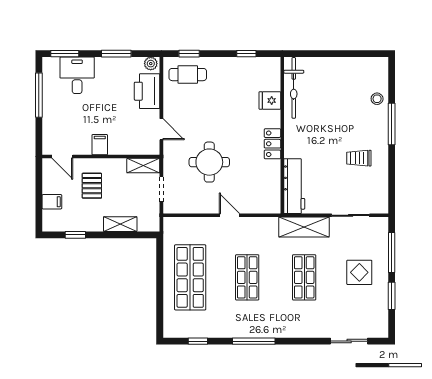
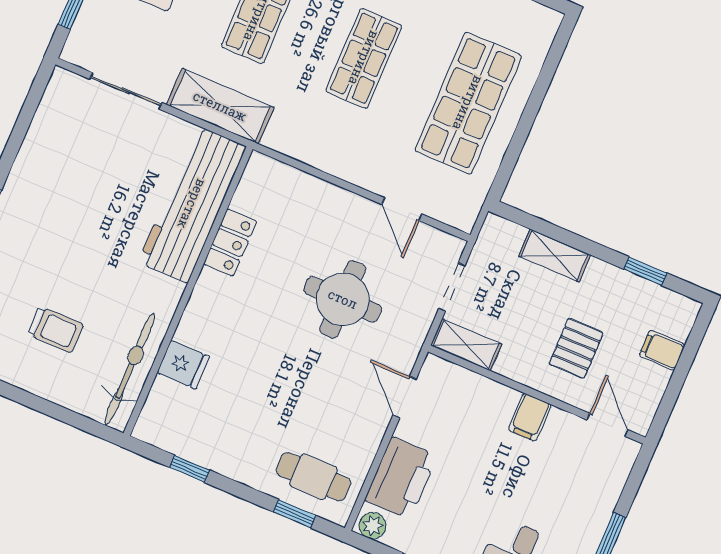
locker: (272, 144) -> (230, 243), moved
trolley: (359, 158) -> (55, 329), moved
workbench: (294, 186) -> (192, 204), width x1.36, depth x1.32
door: (229, 215) -> (402, 209), moved

